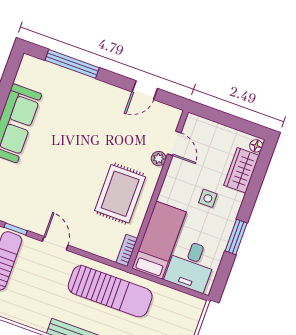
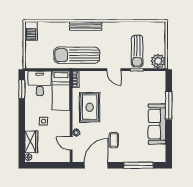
door: (145, 90) -> (96, 165), width x1.88
coffee table: (99, 123) -> (114, 140), added
window: (236, 237) -> (22, 89), moved

